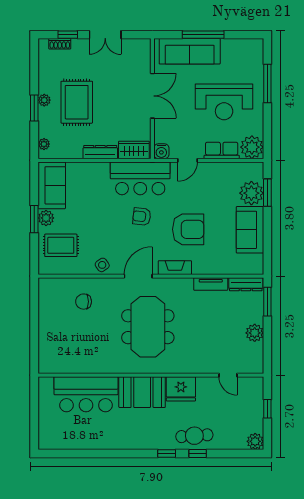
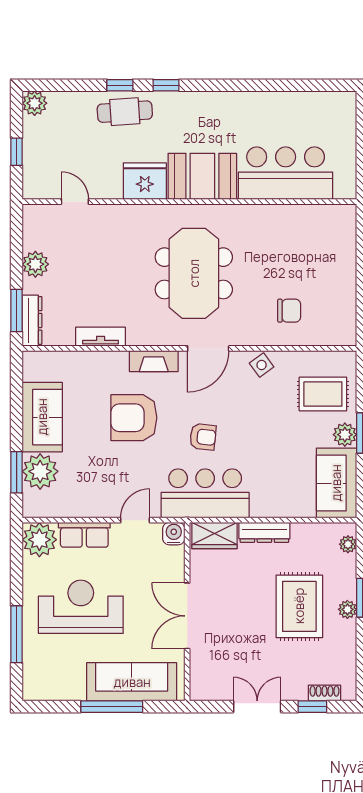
dresser: (246, 284) -> (32, 320), moved, turned 90

